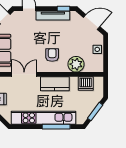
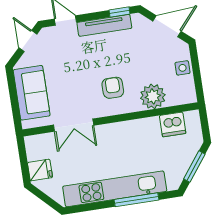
double door: (24, 74) -> (74, 125), swing flipped
kitchen counter: (55, 84) -> (124, 132), removed

